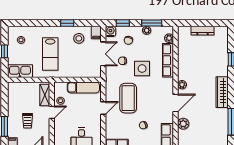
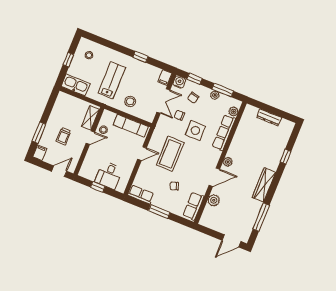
stool: (79, 38) -> (130, 101), moved
lab bench: (50, 54) -> (112, 80), turned 180

